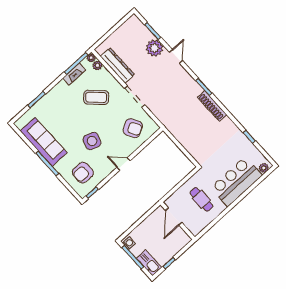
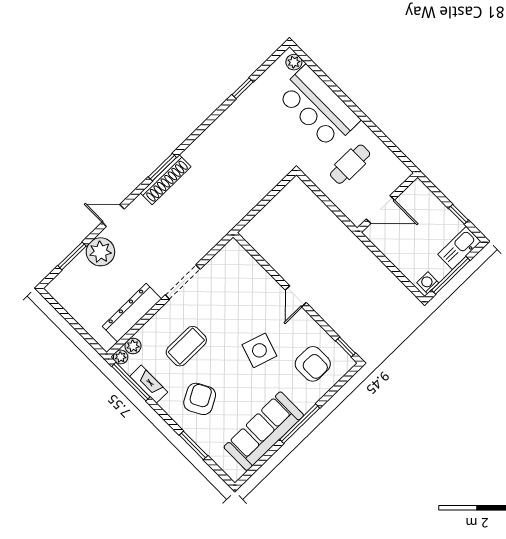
coffee table: (96, 97) -> (186, 346), turned 46
shoe rack: (212, 106) -> (166, 180), moved
armchair: (133, 128) -> (200, 399), moved

